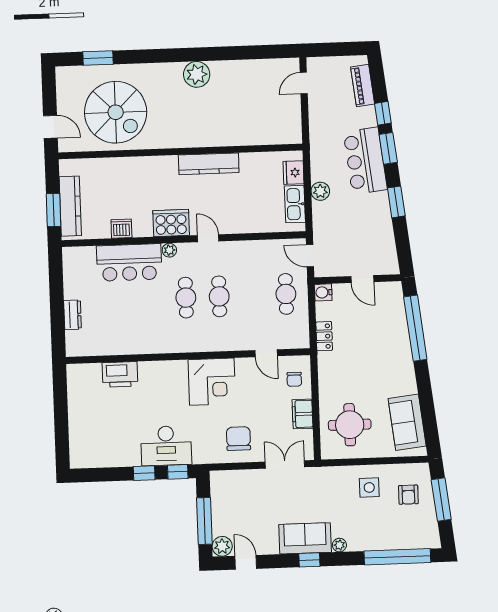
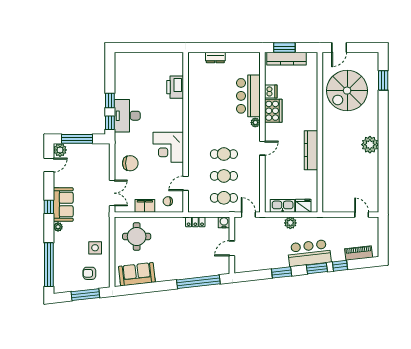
cooker: (171, 223) -> (273, 111), moved
door: (310, 256) -> (248, 215), hinge flipped
cafe table: (186, 298) -> (224, 176), moved

